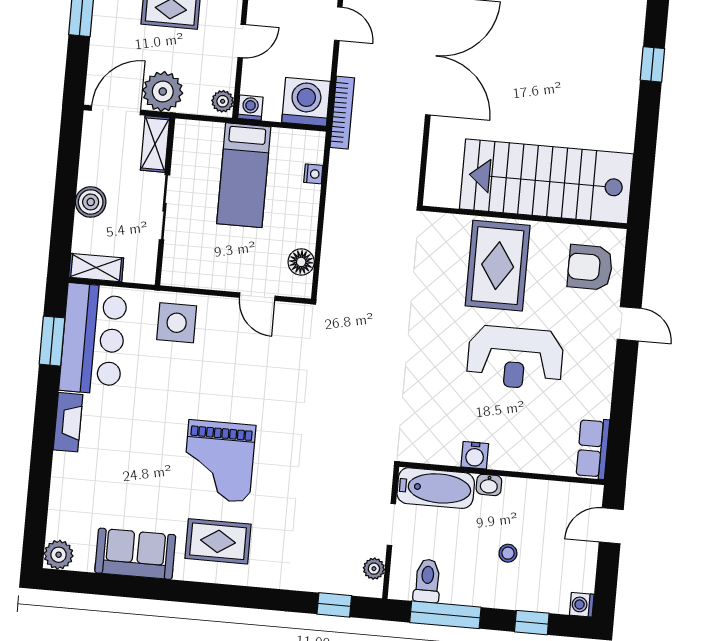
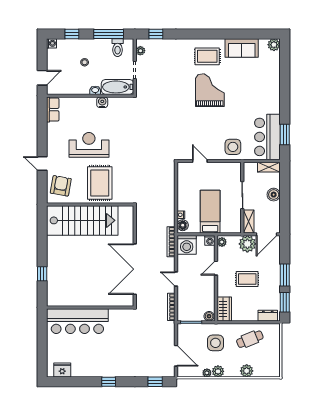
floor lamp: (301, 262) -> (183, 225), moved
armchair: (590, 267) -> (61, 186), turned -80
fireplace: (68, 422) -> (275, 101), removed

